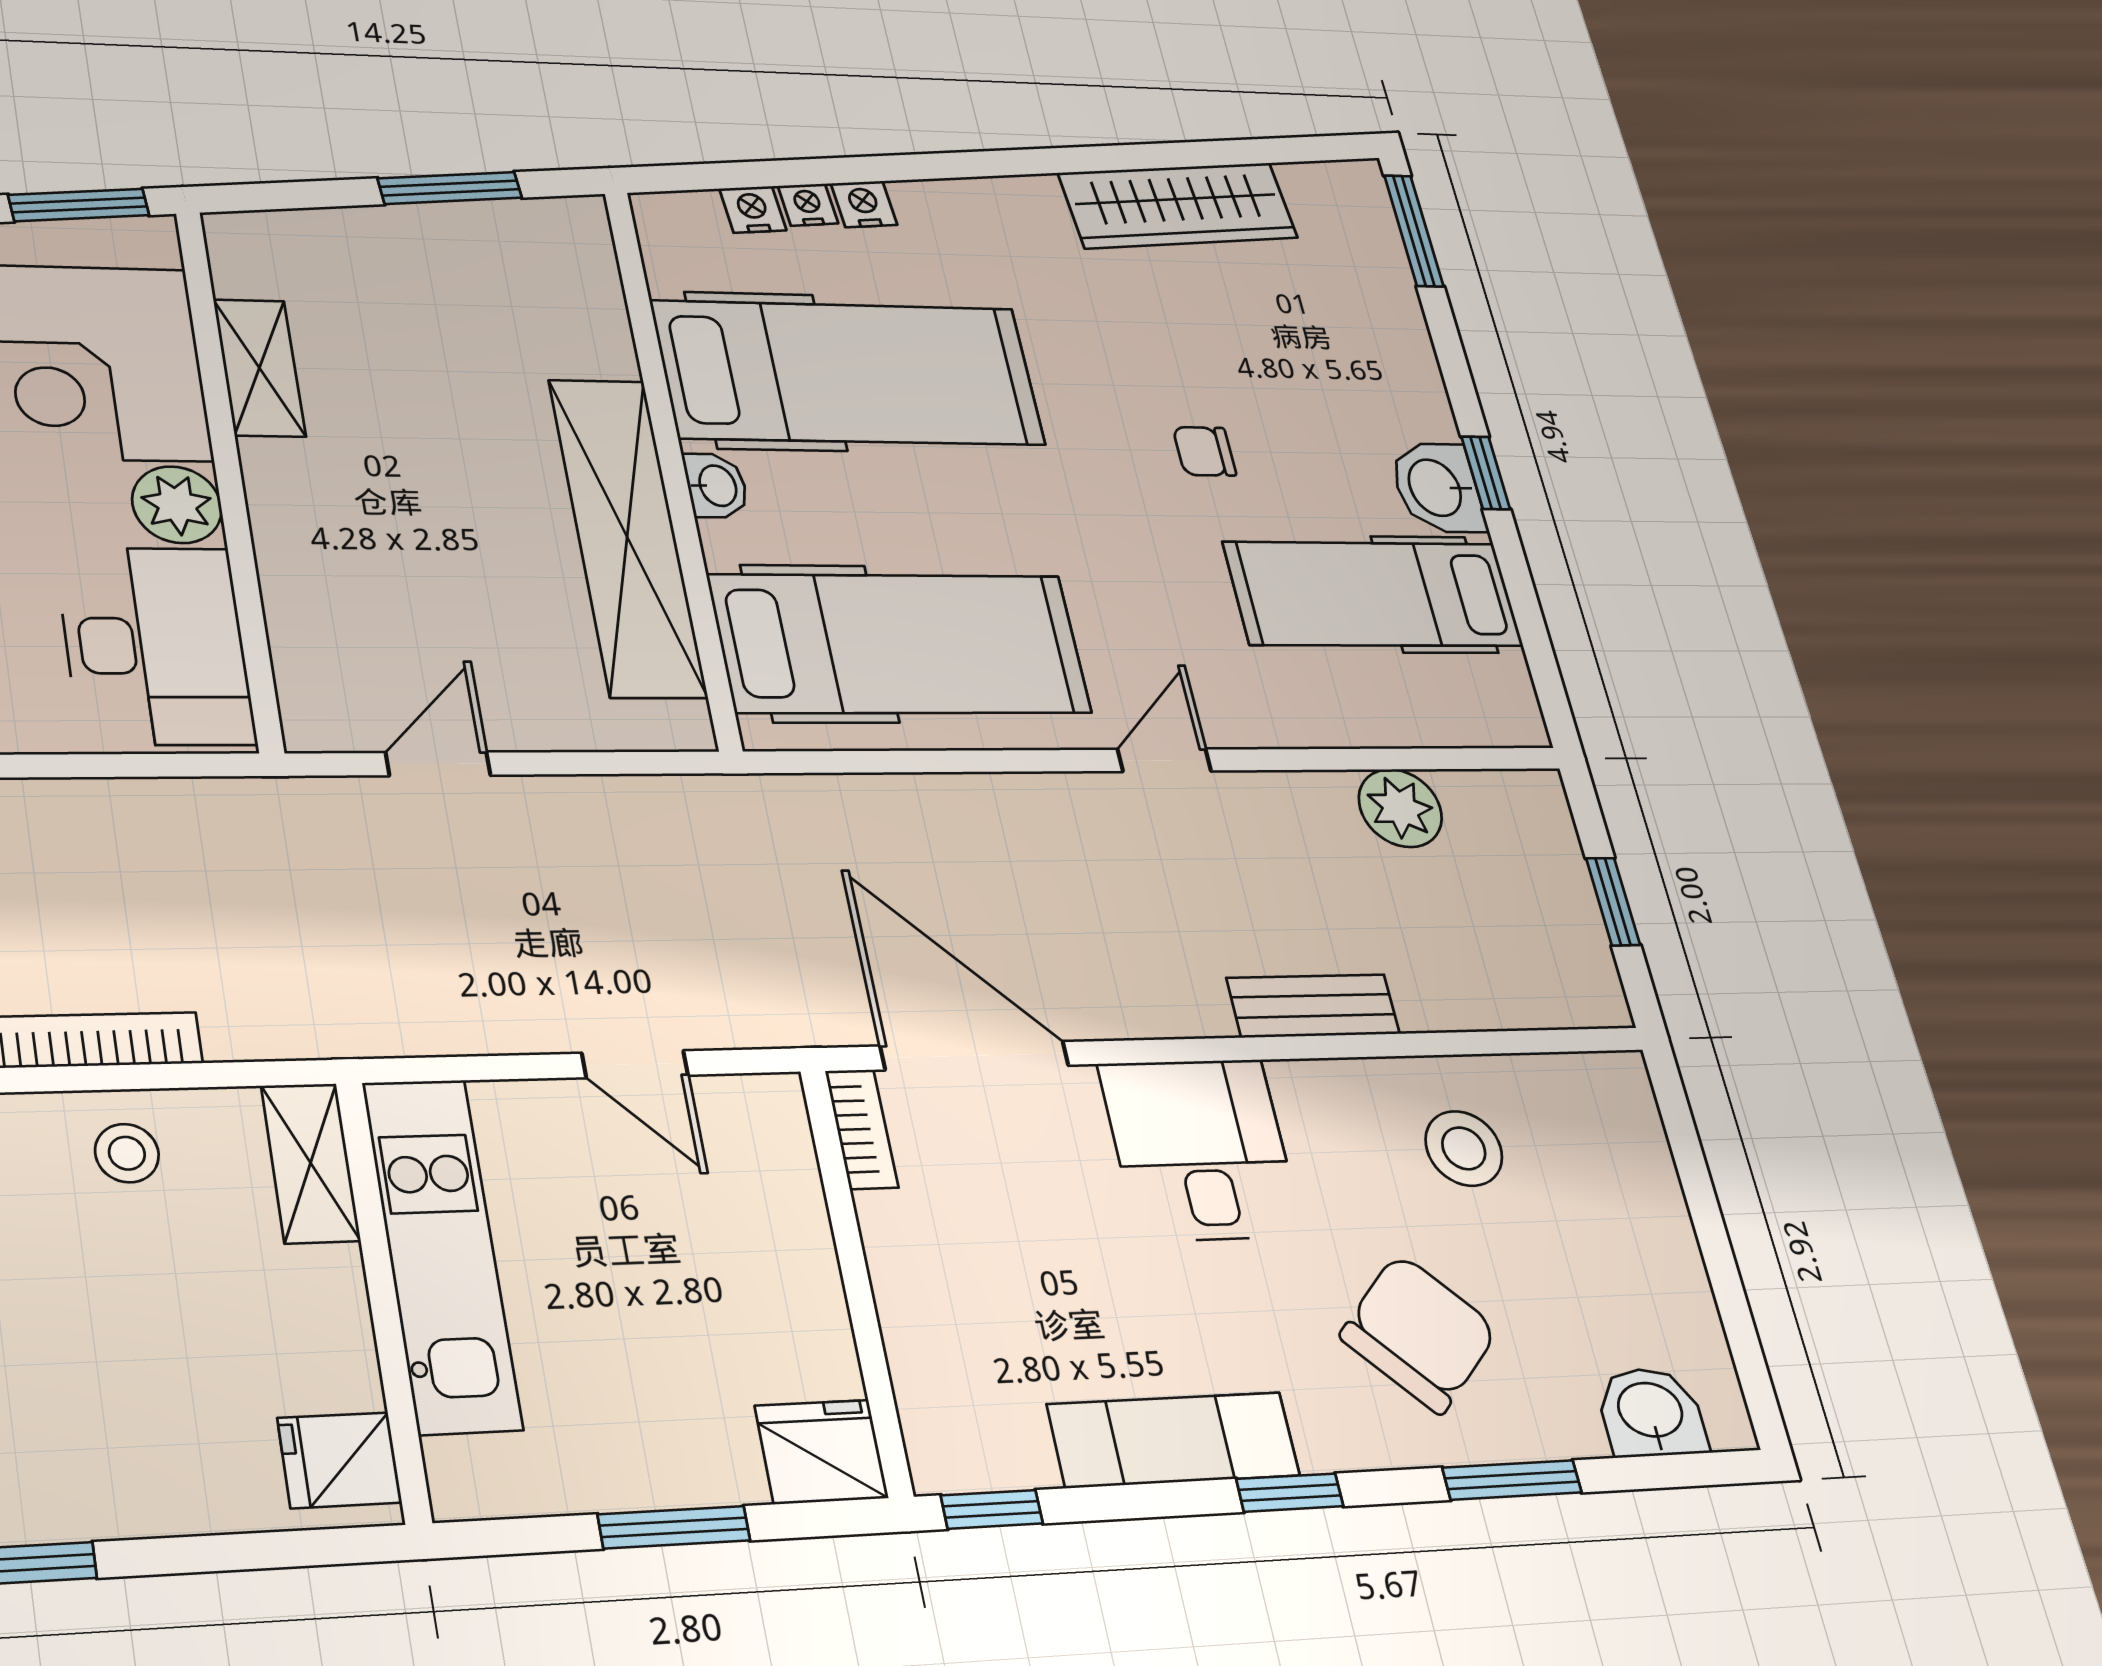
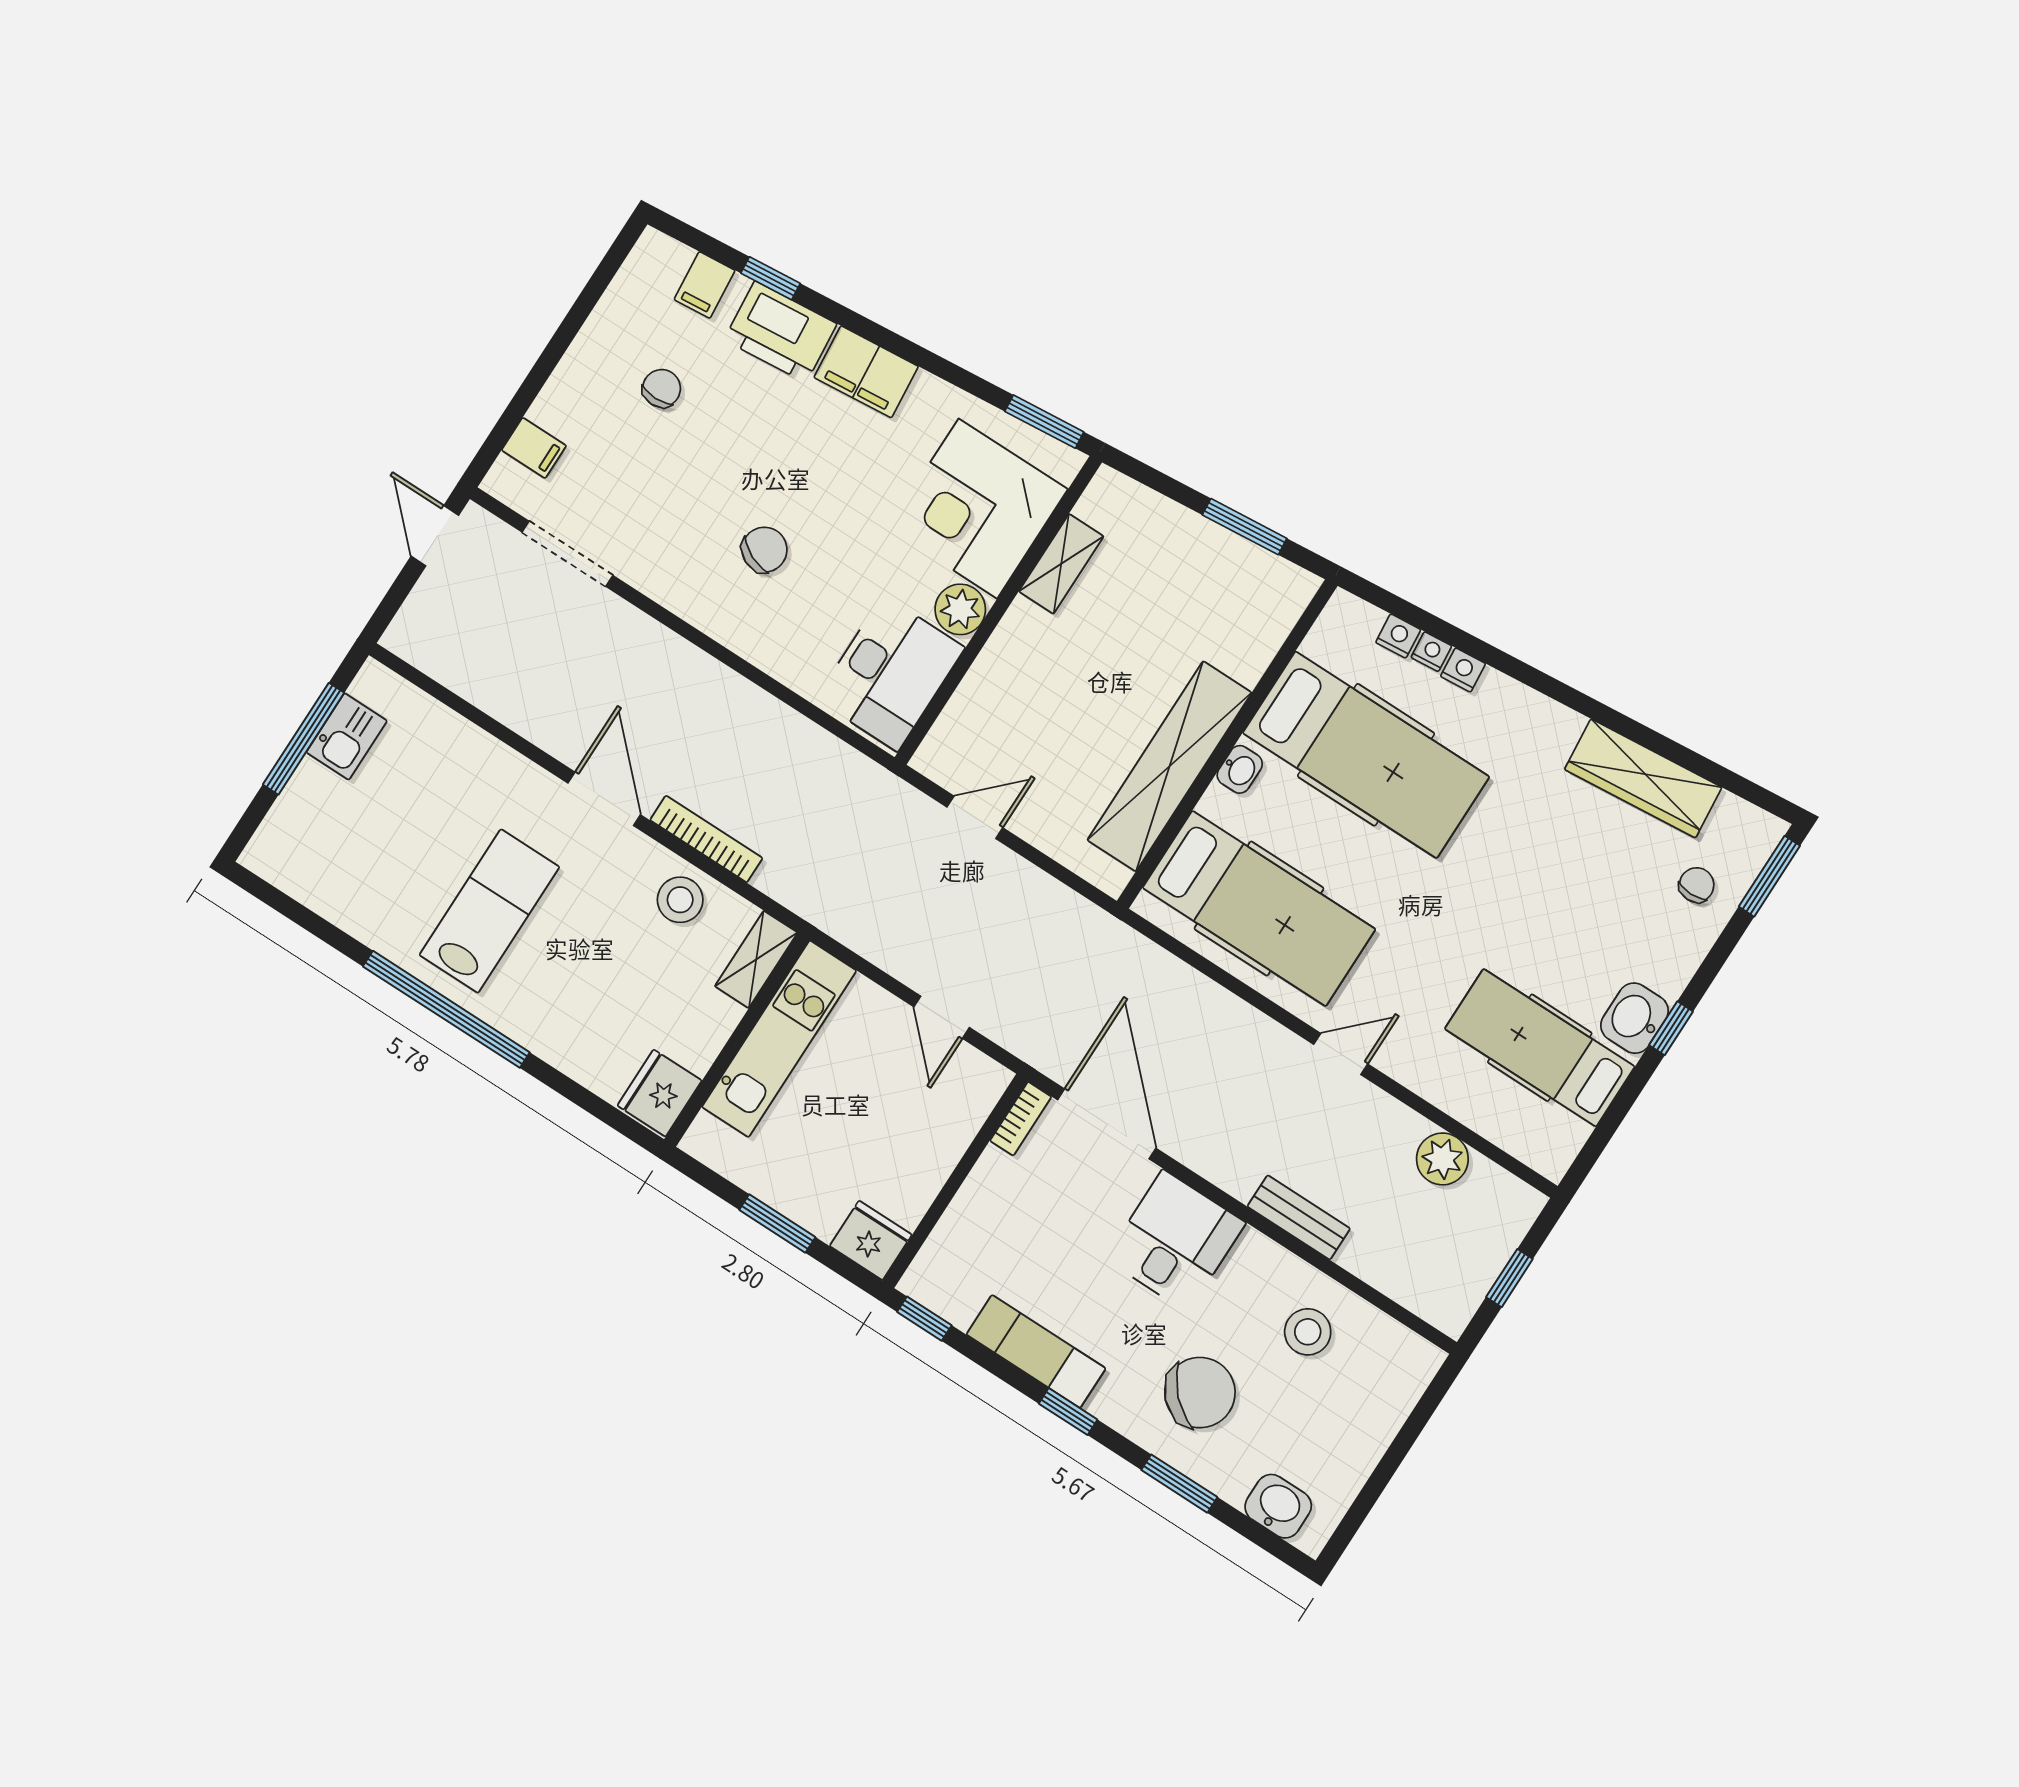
chair: (1204, 451) -> (1697, 885), moved, turned 90
stool: (127, 1153) -> (680, 900), width x1.37, depth x1.37
fridge: (339, 1460) -> (660, 1093), width x1.38

